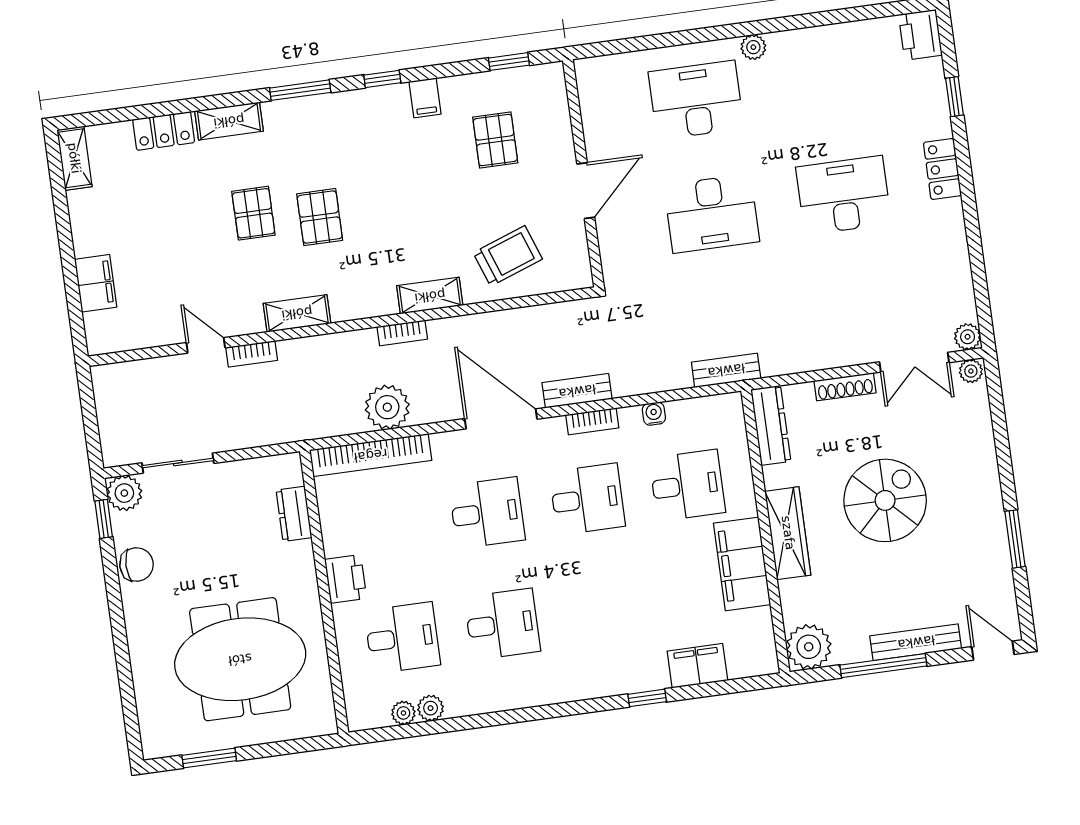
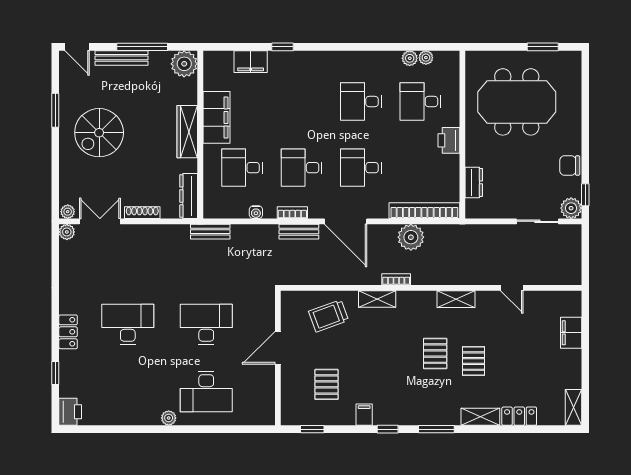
desk: (844, 195) -> (128, 324), turned 180
bookcase: (252, 354) -> (486, 279), removed
spiral stairs: (885, 500) -> (99, 133), moved

